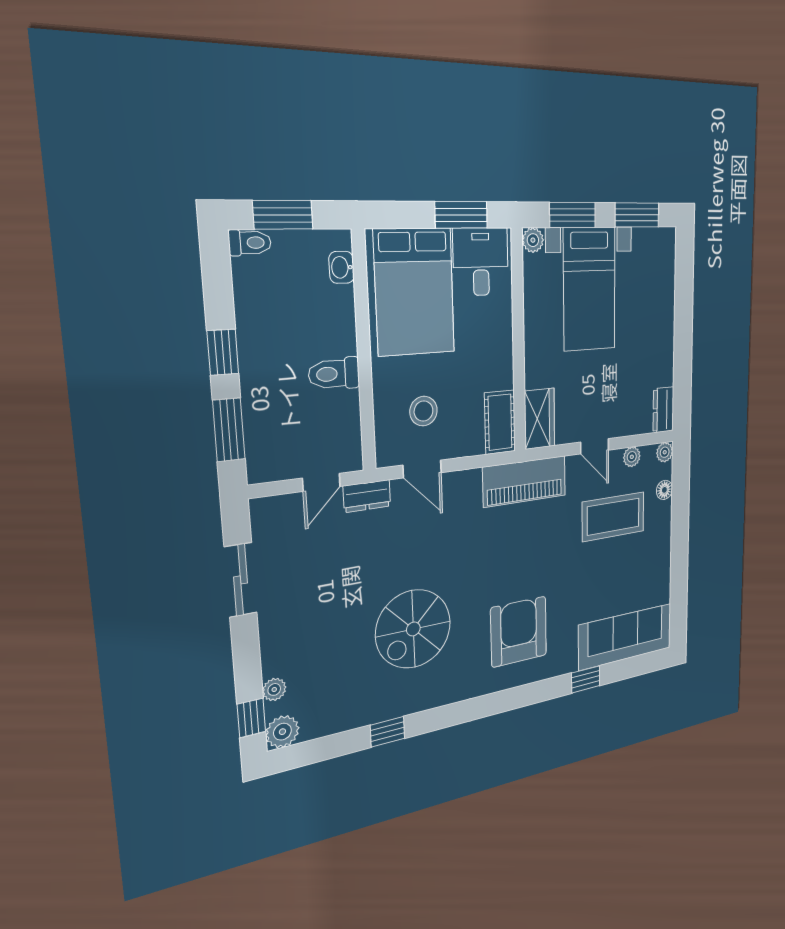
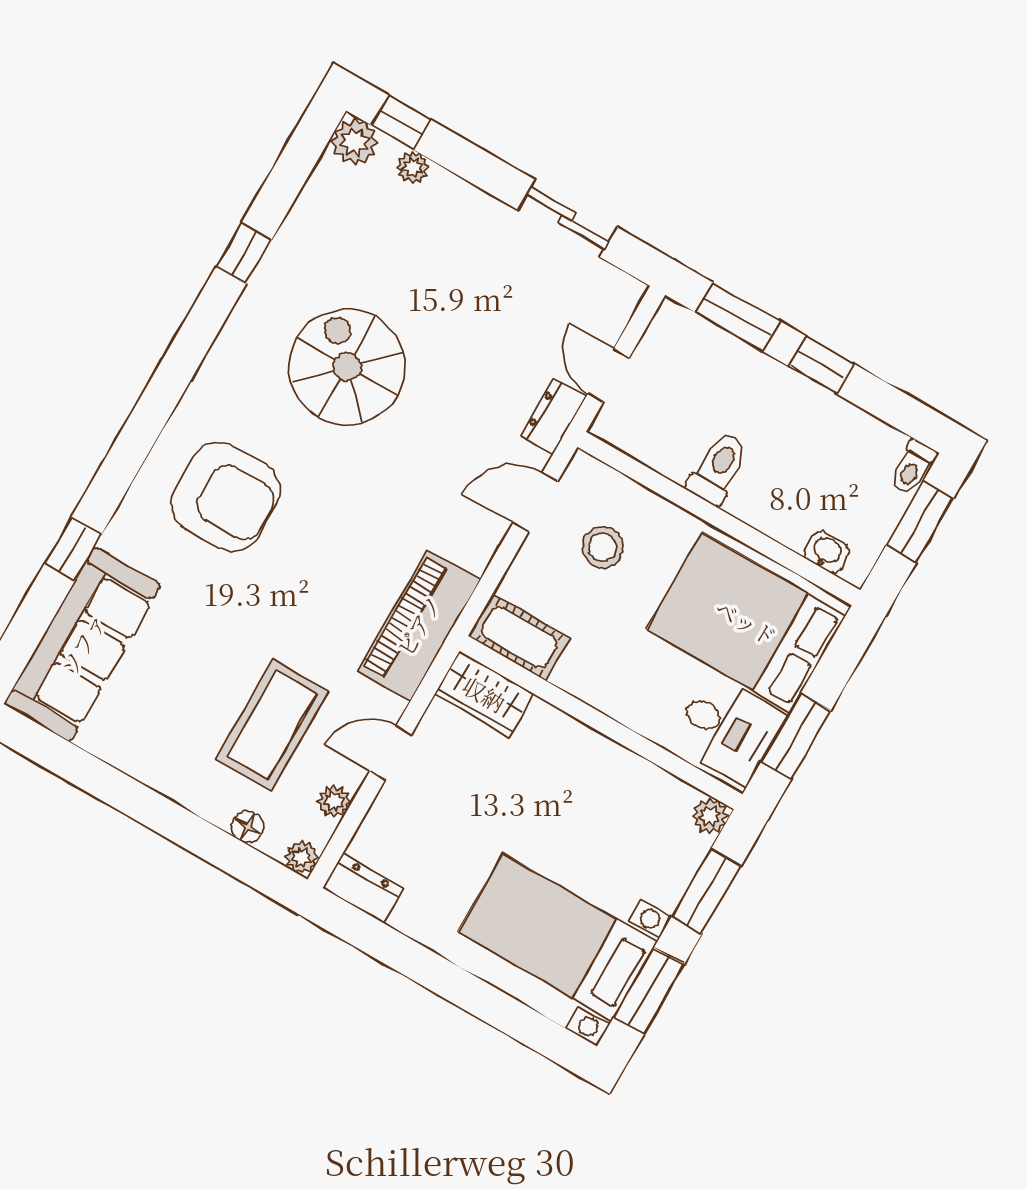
bed with nightstands: (589, 289) -> (558, 937), moved

